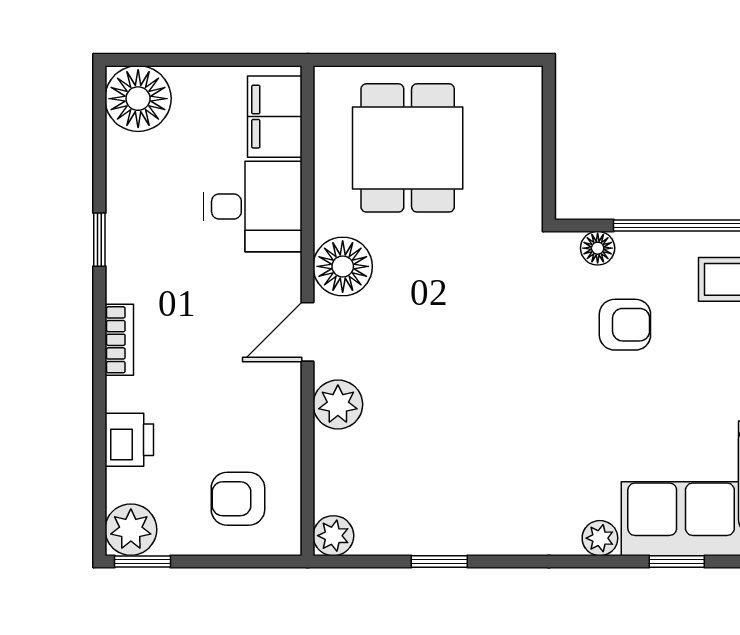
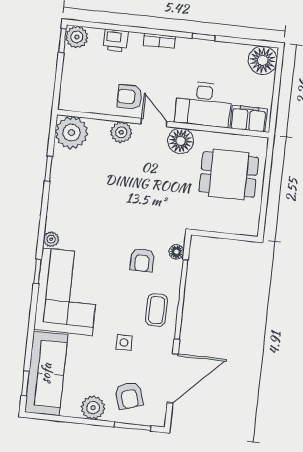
desk: (253, 207) -> (203, 104), width x1.37
armchair: (238, 499) -> (130, 97), moved, turned -90
plant: (333, 536) -> (71, 133), width x1.87, depth x1.87

